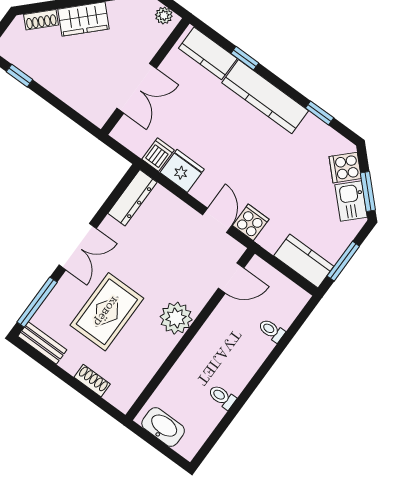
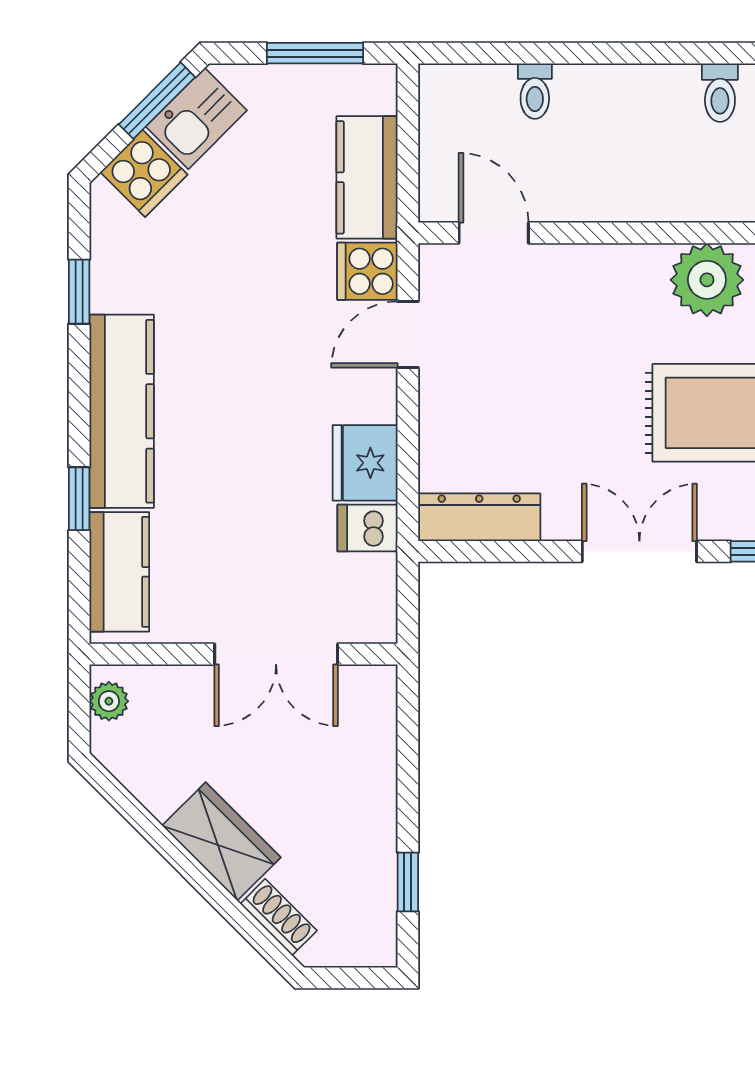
double door: (137, 88) -> (276, 654), swing flipped
kitchen counter: (304, 261) -> (367, 177), moved
plant: (176, 318) -> (707, 280), moved

